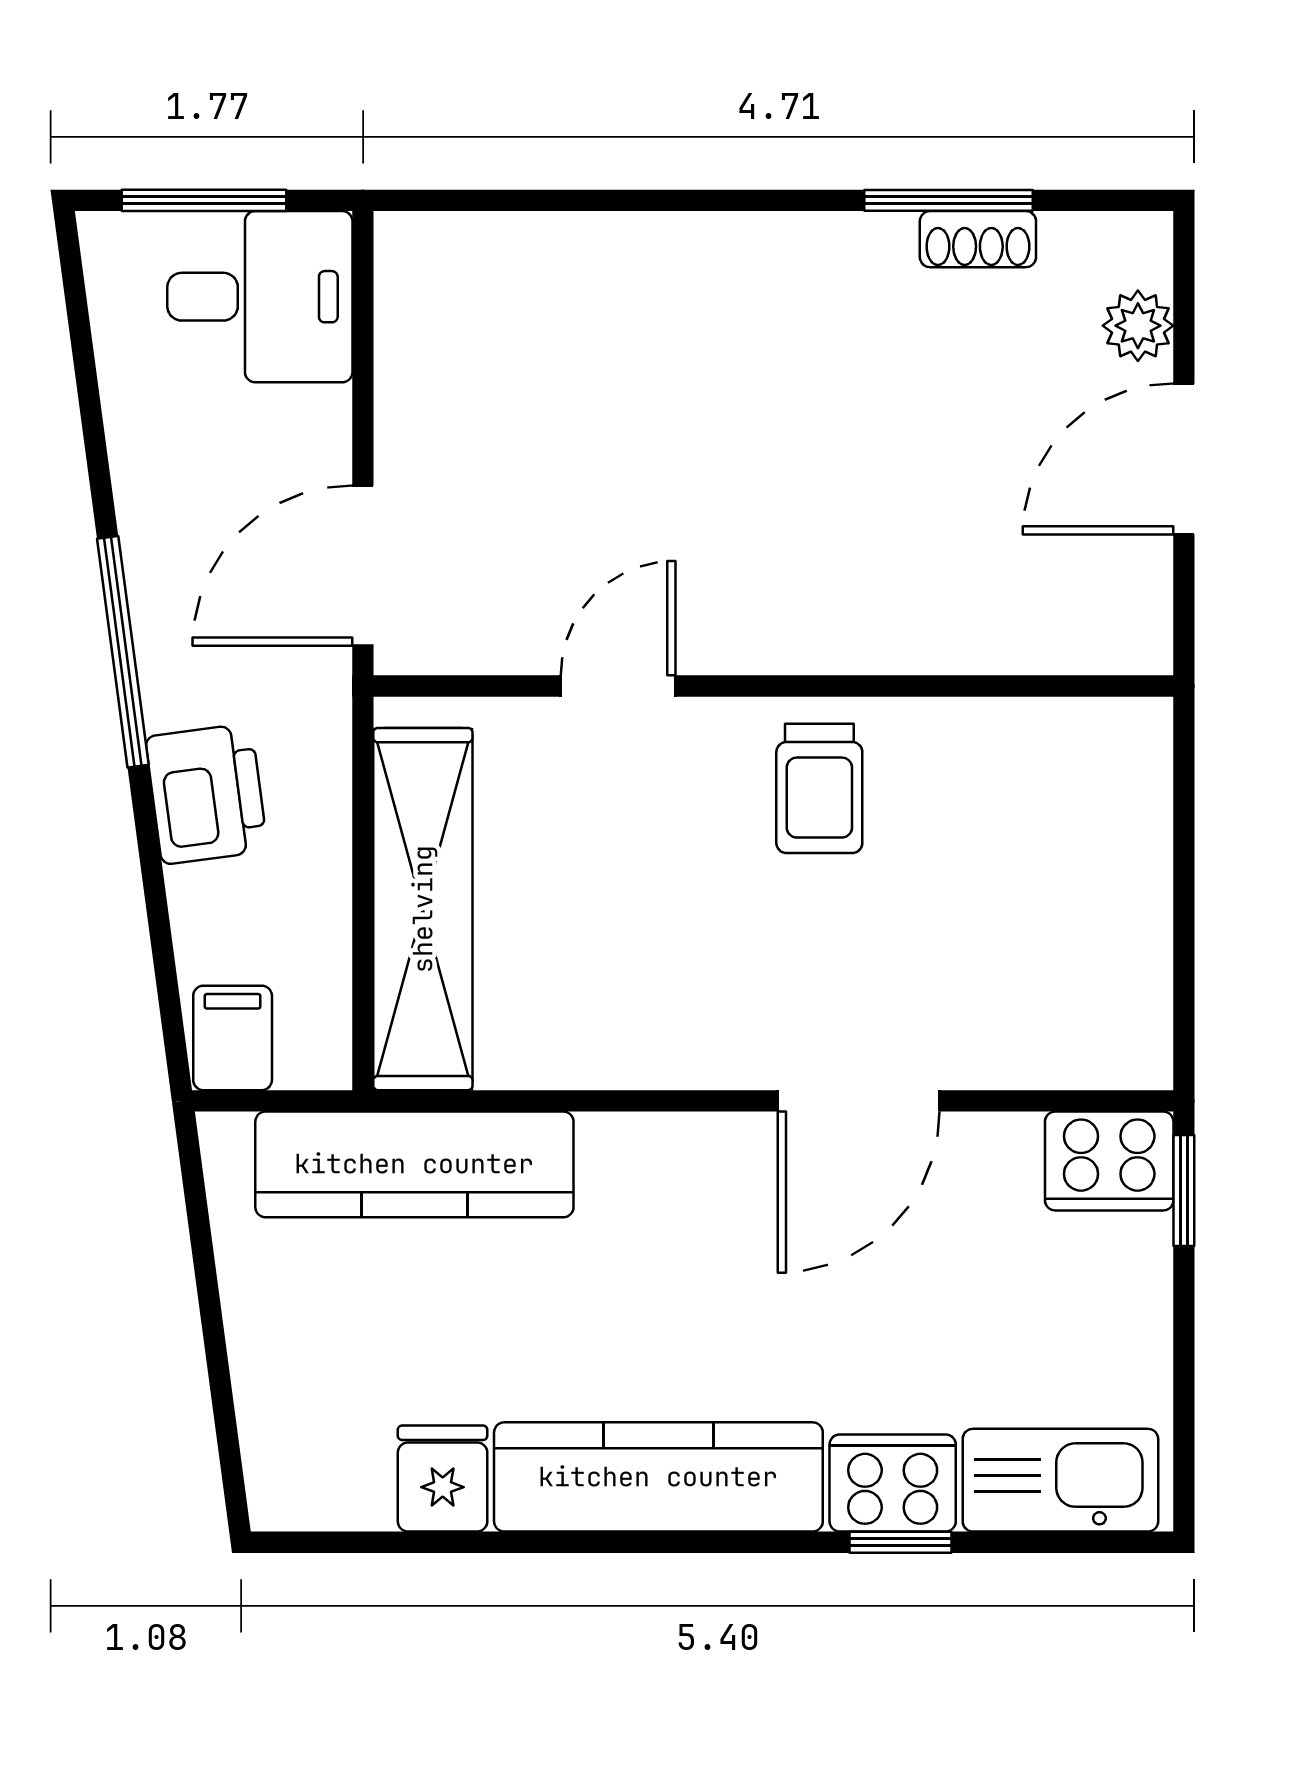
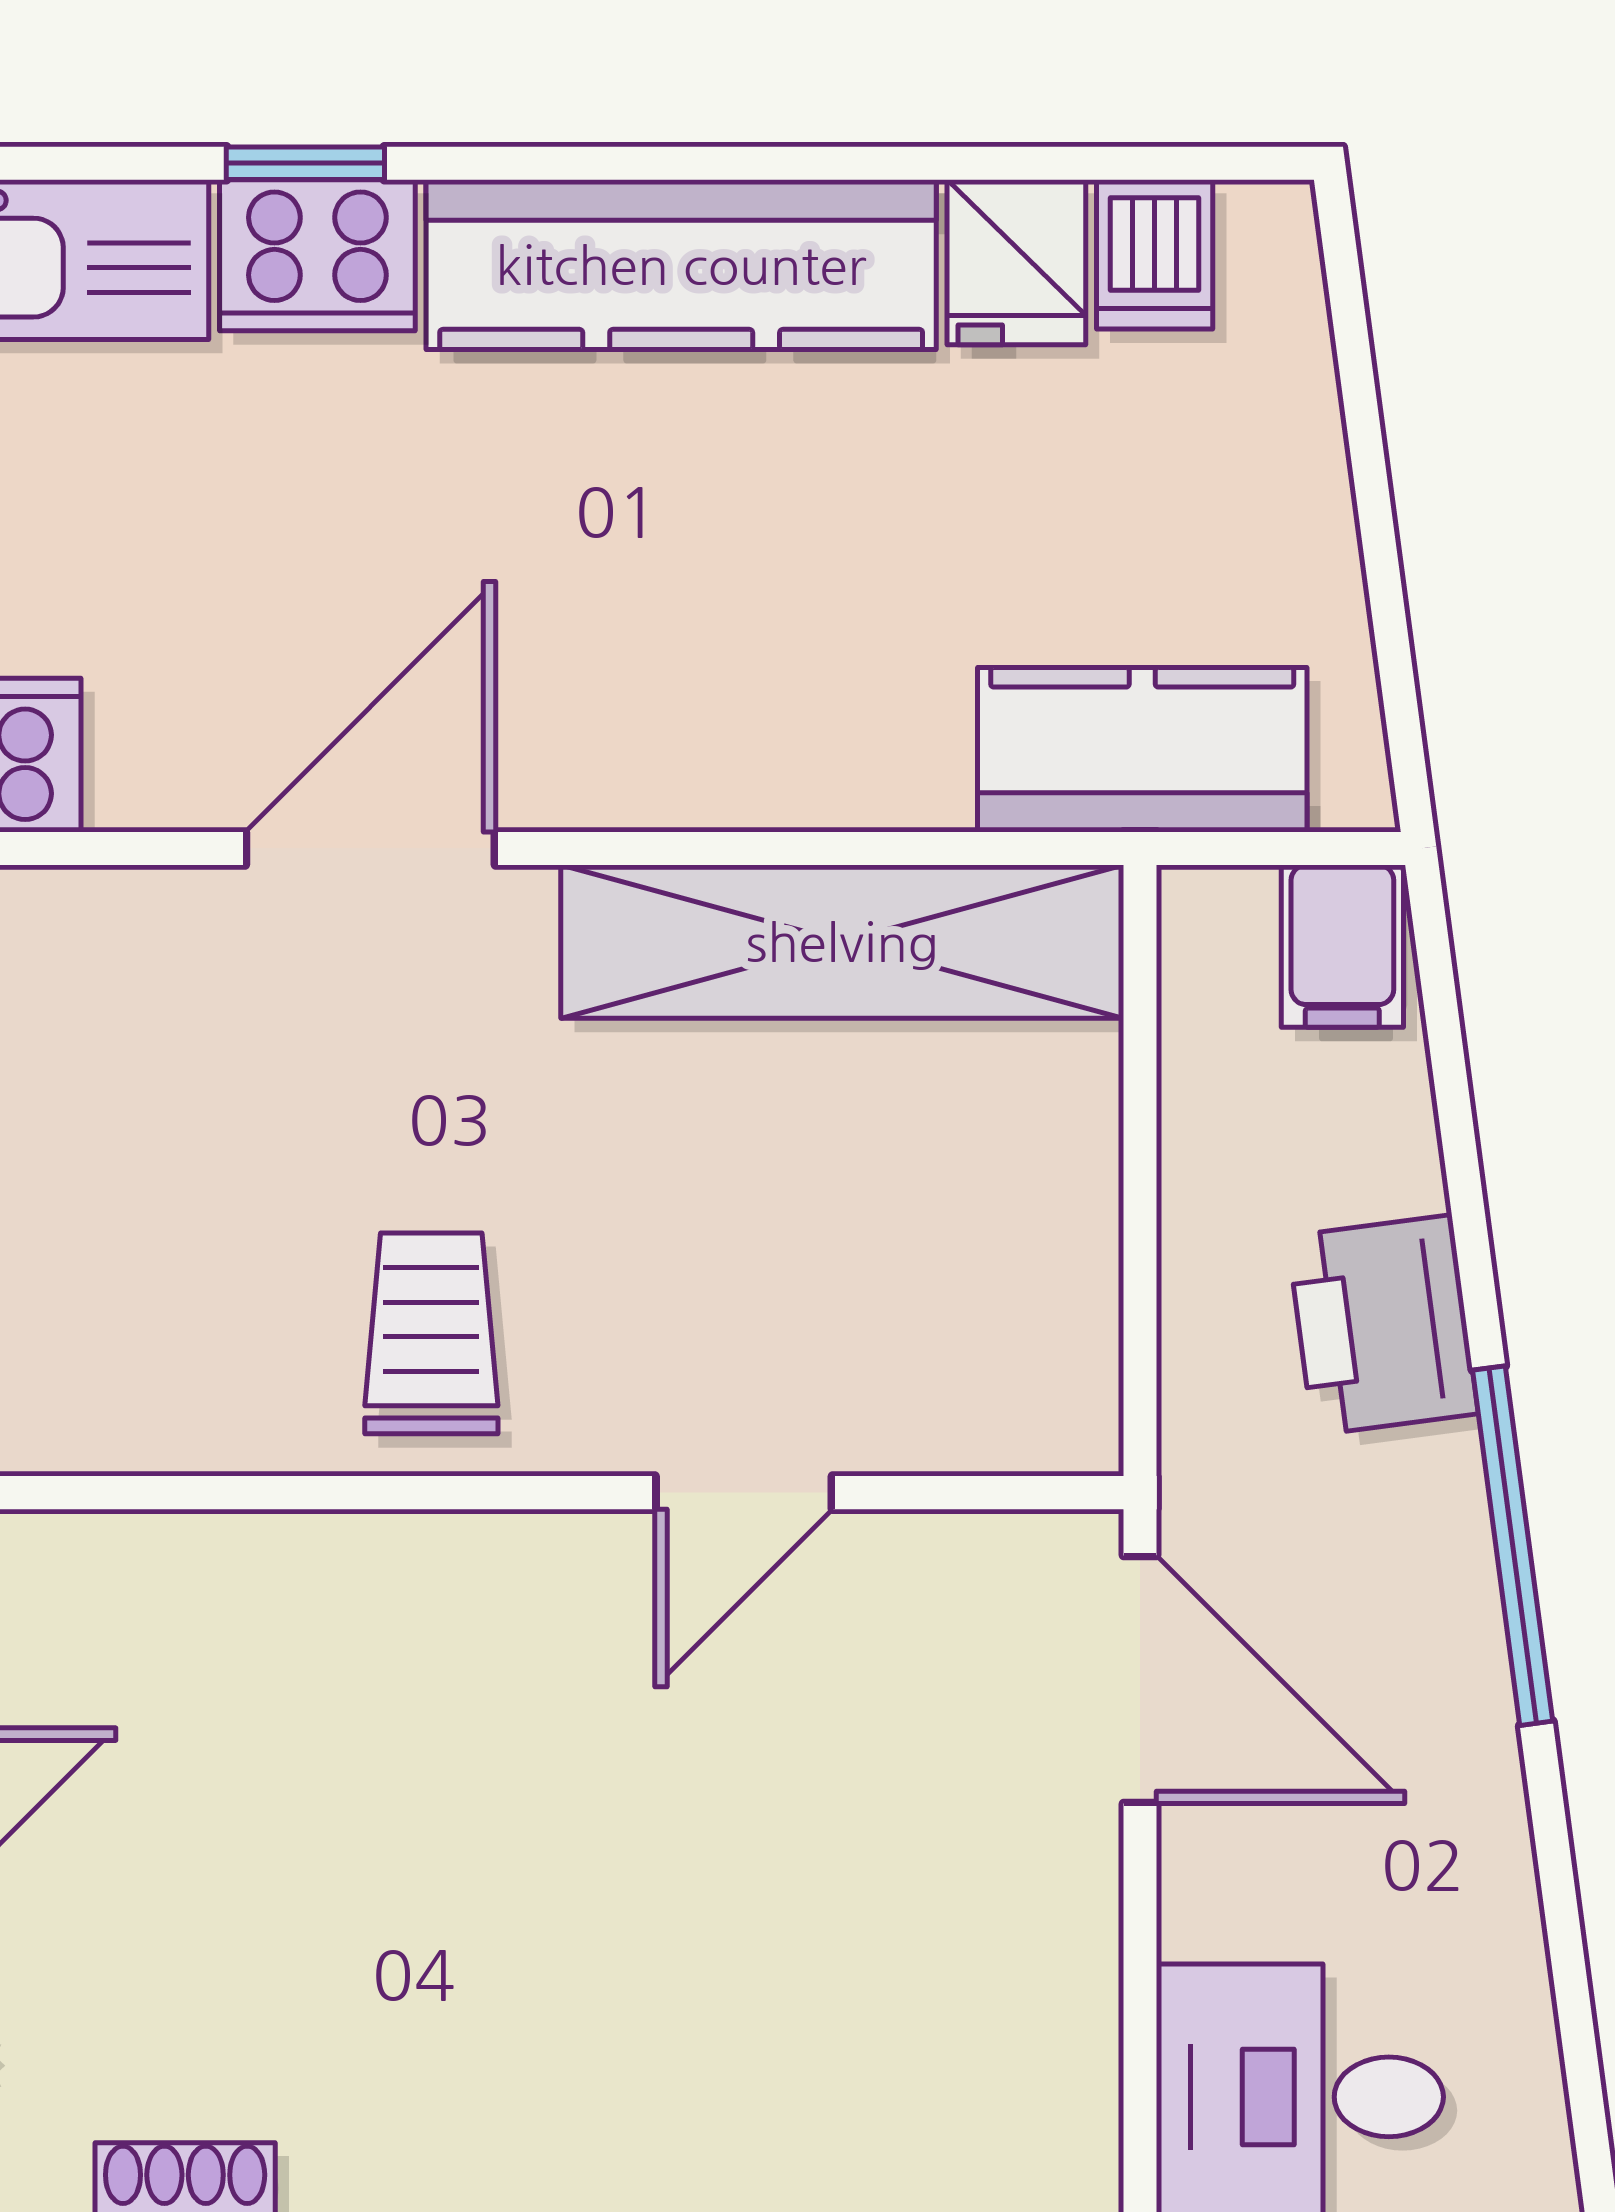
door: (363, 566) -> (1140, 1679), hinge flipped
shelving: (423, 909) -> (842, 942), moved, turned 90
kitchen counter: (414, 1164) -> (1142, 750), width x0.67
dishwasher: (354, 1484) -> (1155, 254), added

